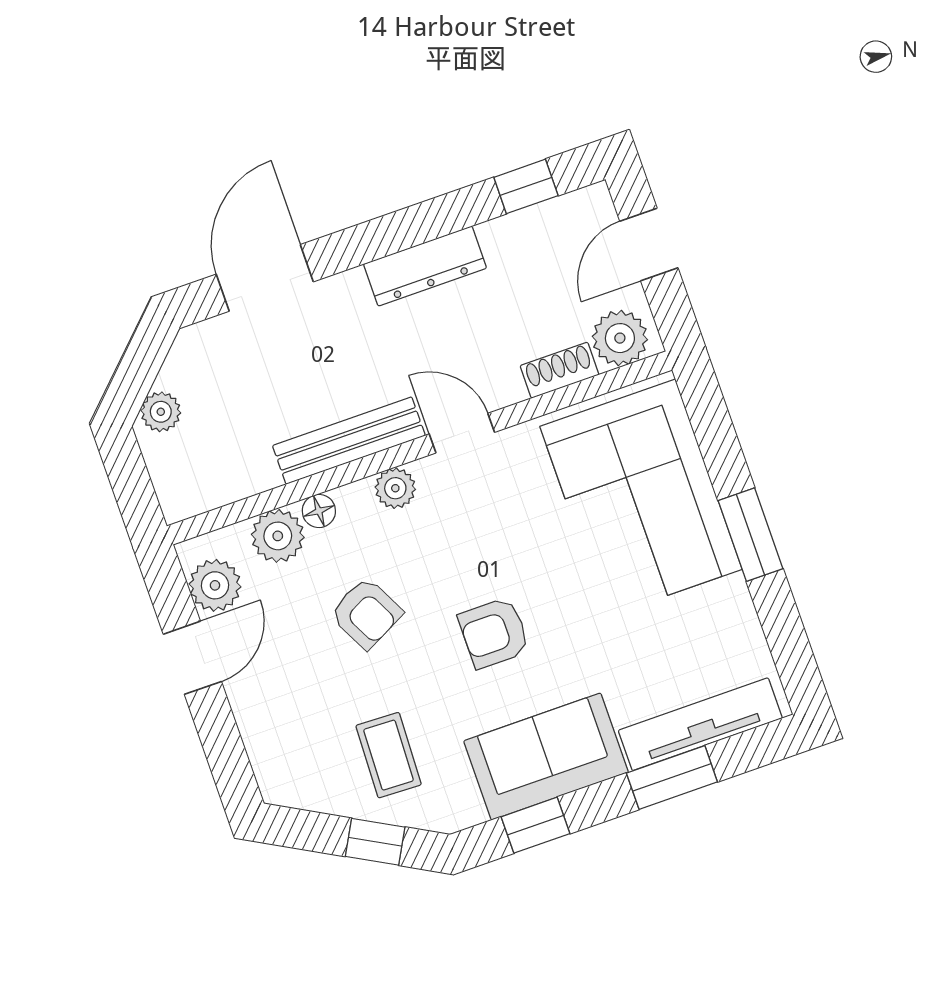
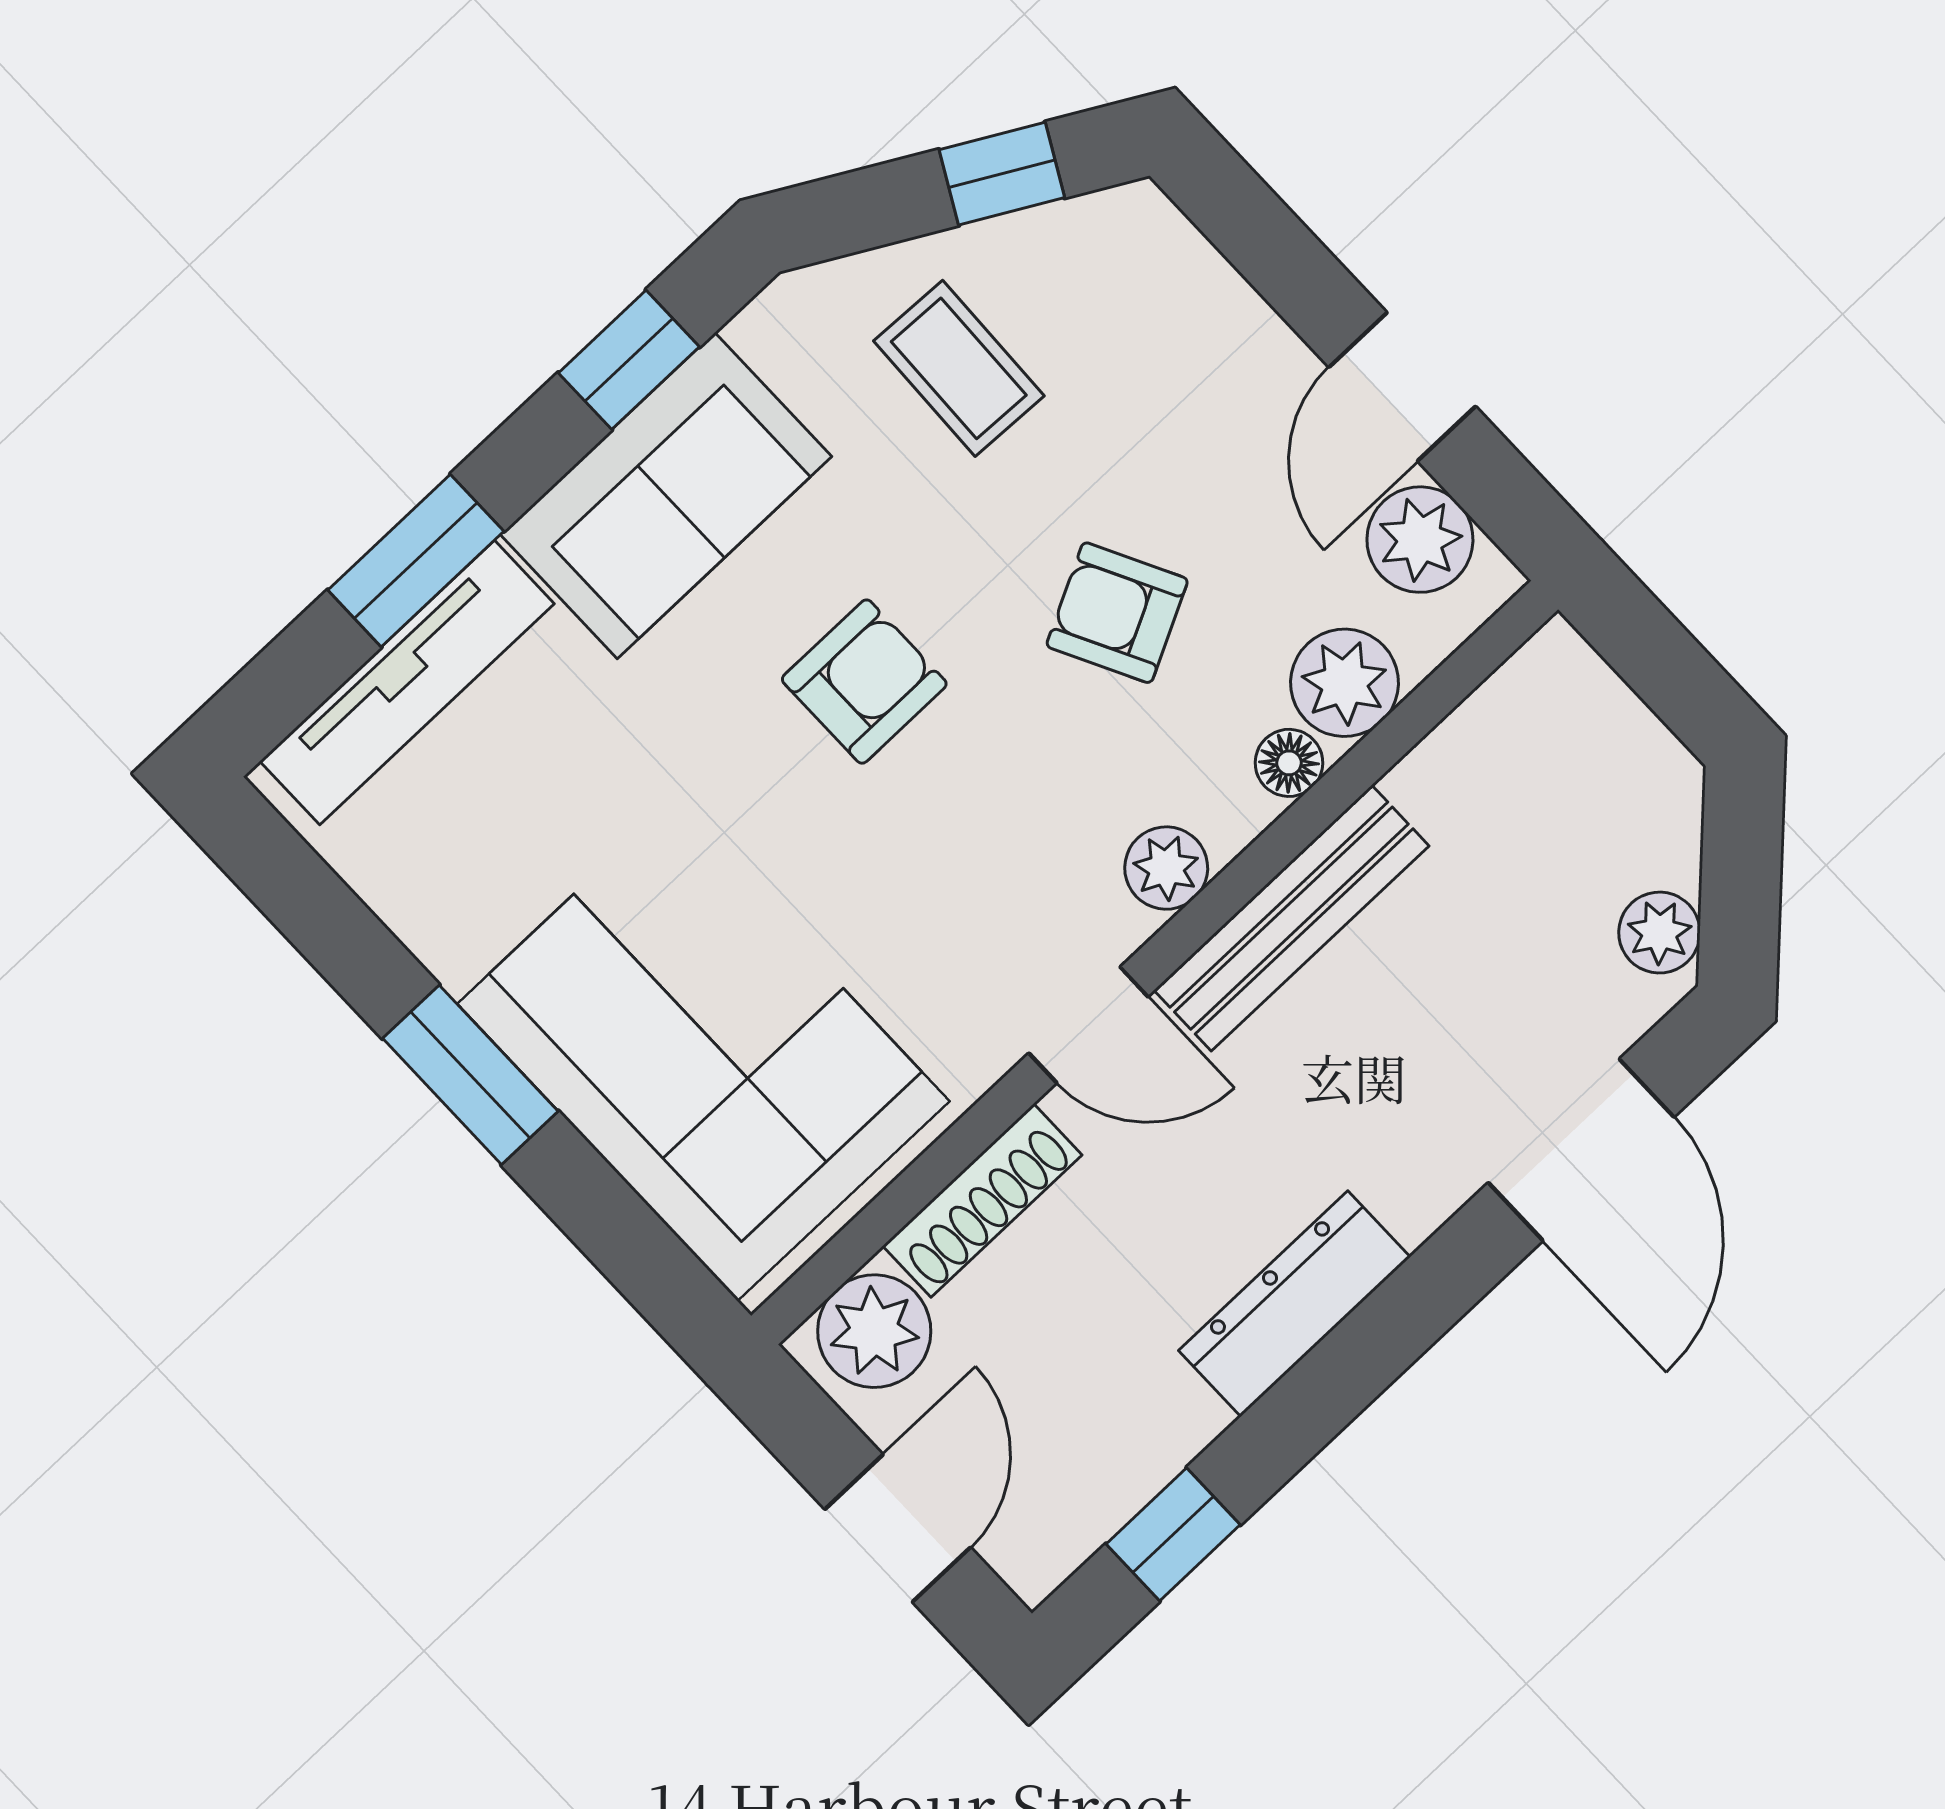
shoe rack: (560, 370) -> (982, 1200), width x1.43
plant: (161, 412) -> (1659, 933), moved
window: (375, 842) -> (1002, 174), moved

